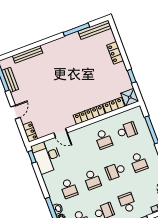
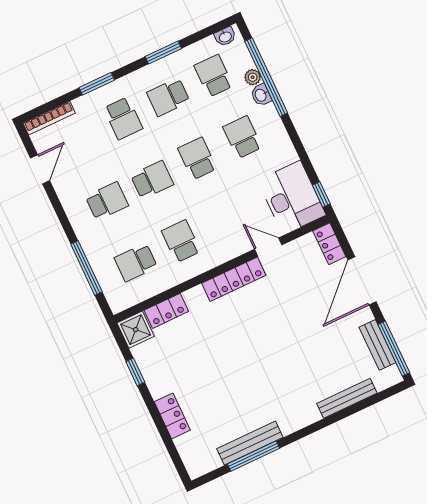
bench: (95, 30) -> (250, 443), moved
door: (15, 112) -> (362, 281), width x1.88
locker: (89, 114) -> (234, 279), moved
school desk: (139, 162) -> (107, 201), turned 90

